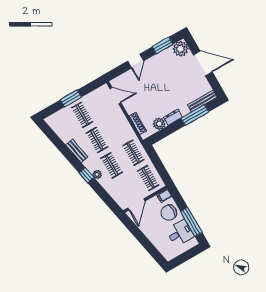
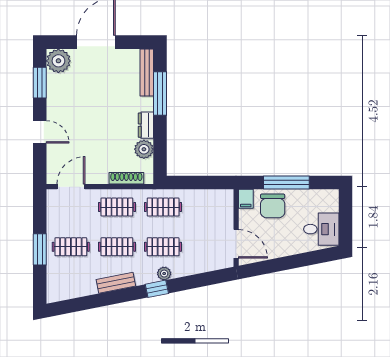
clothes rail: (148, 178) -> (117, 207), moved
window: (191, 222) -> (286, 182), moved
desk: (180, 233) -> (321, 229), moved, turned 90

